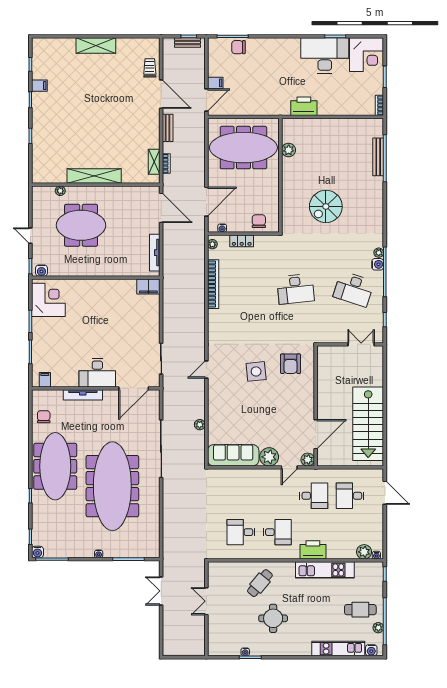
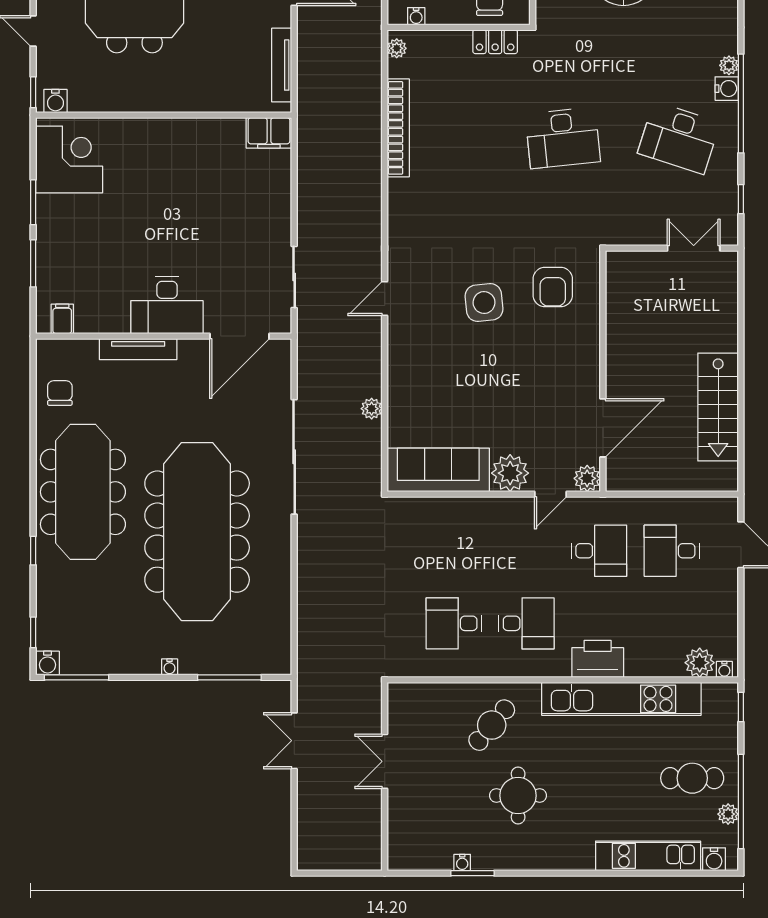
locker: (242, 241) -> (495, 42), moved
stairs: (368, 424) -> (718, 407), width x0.73, depth x0.66
kitchen unit: (325, 570) -> (621, 699), width x1.36

